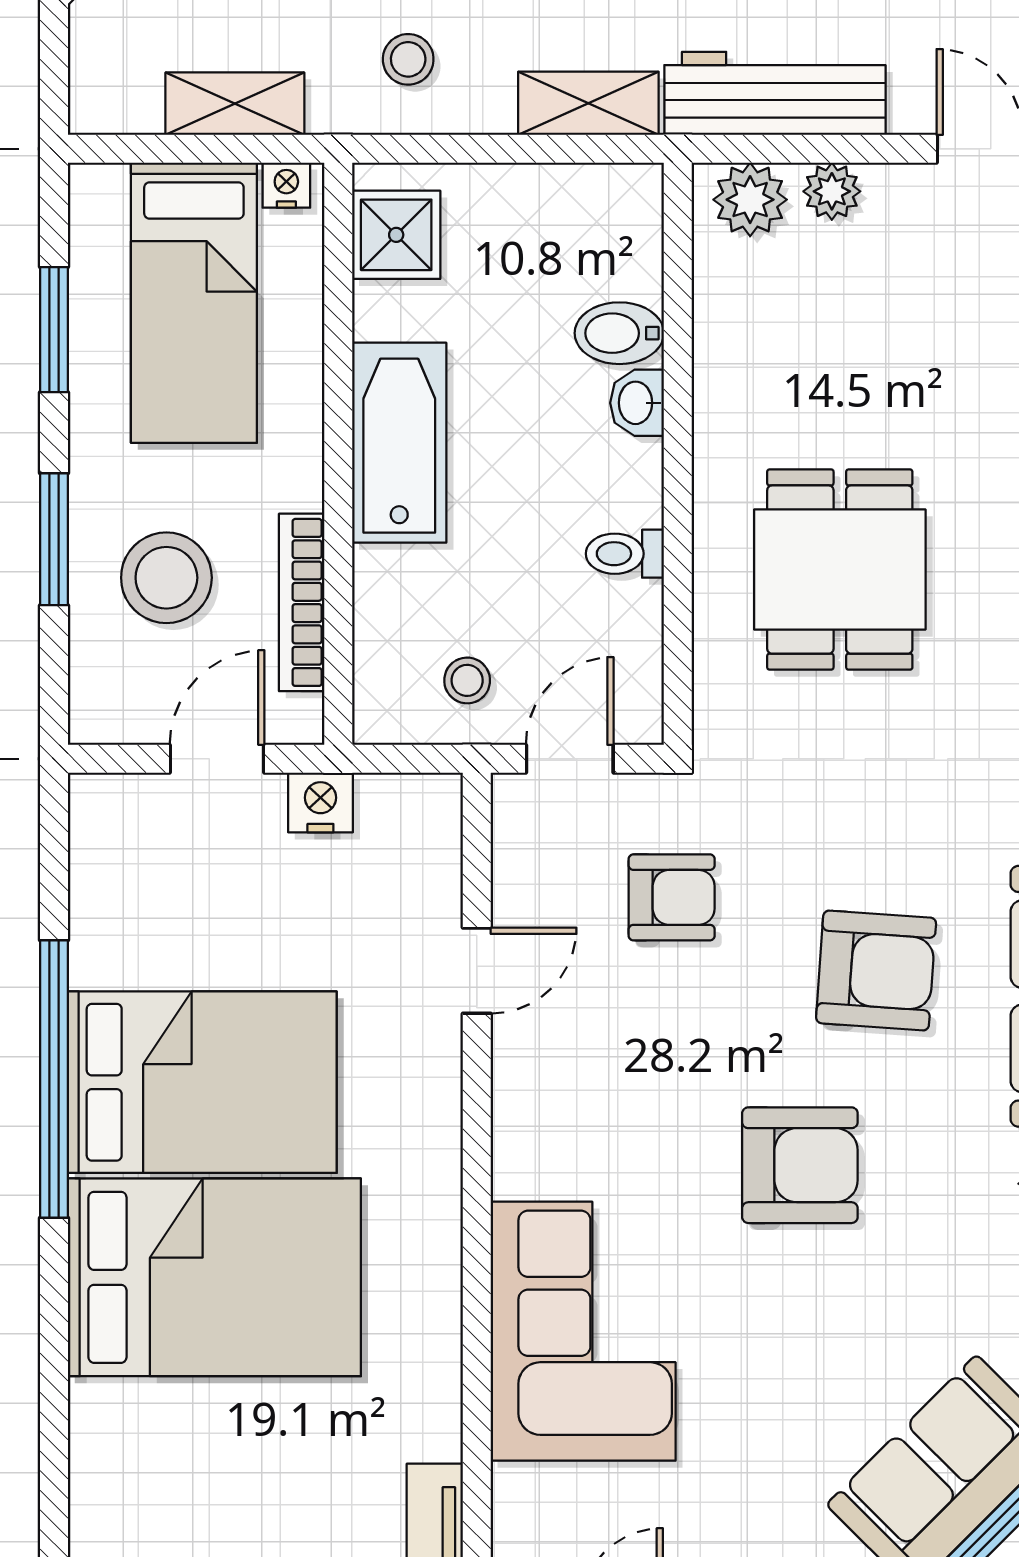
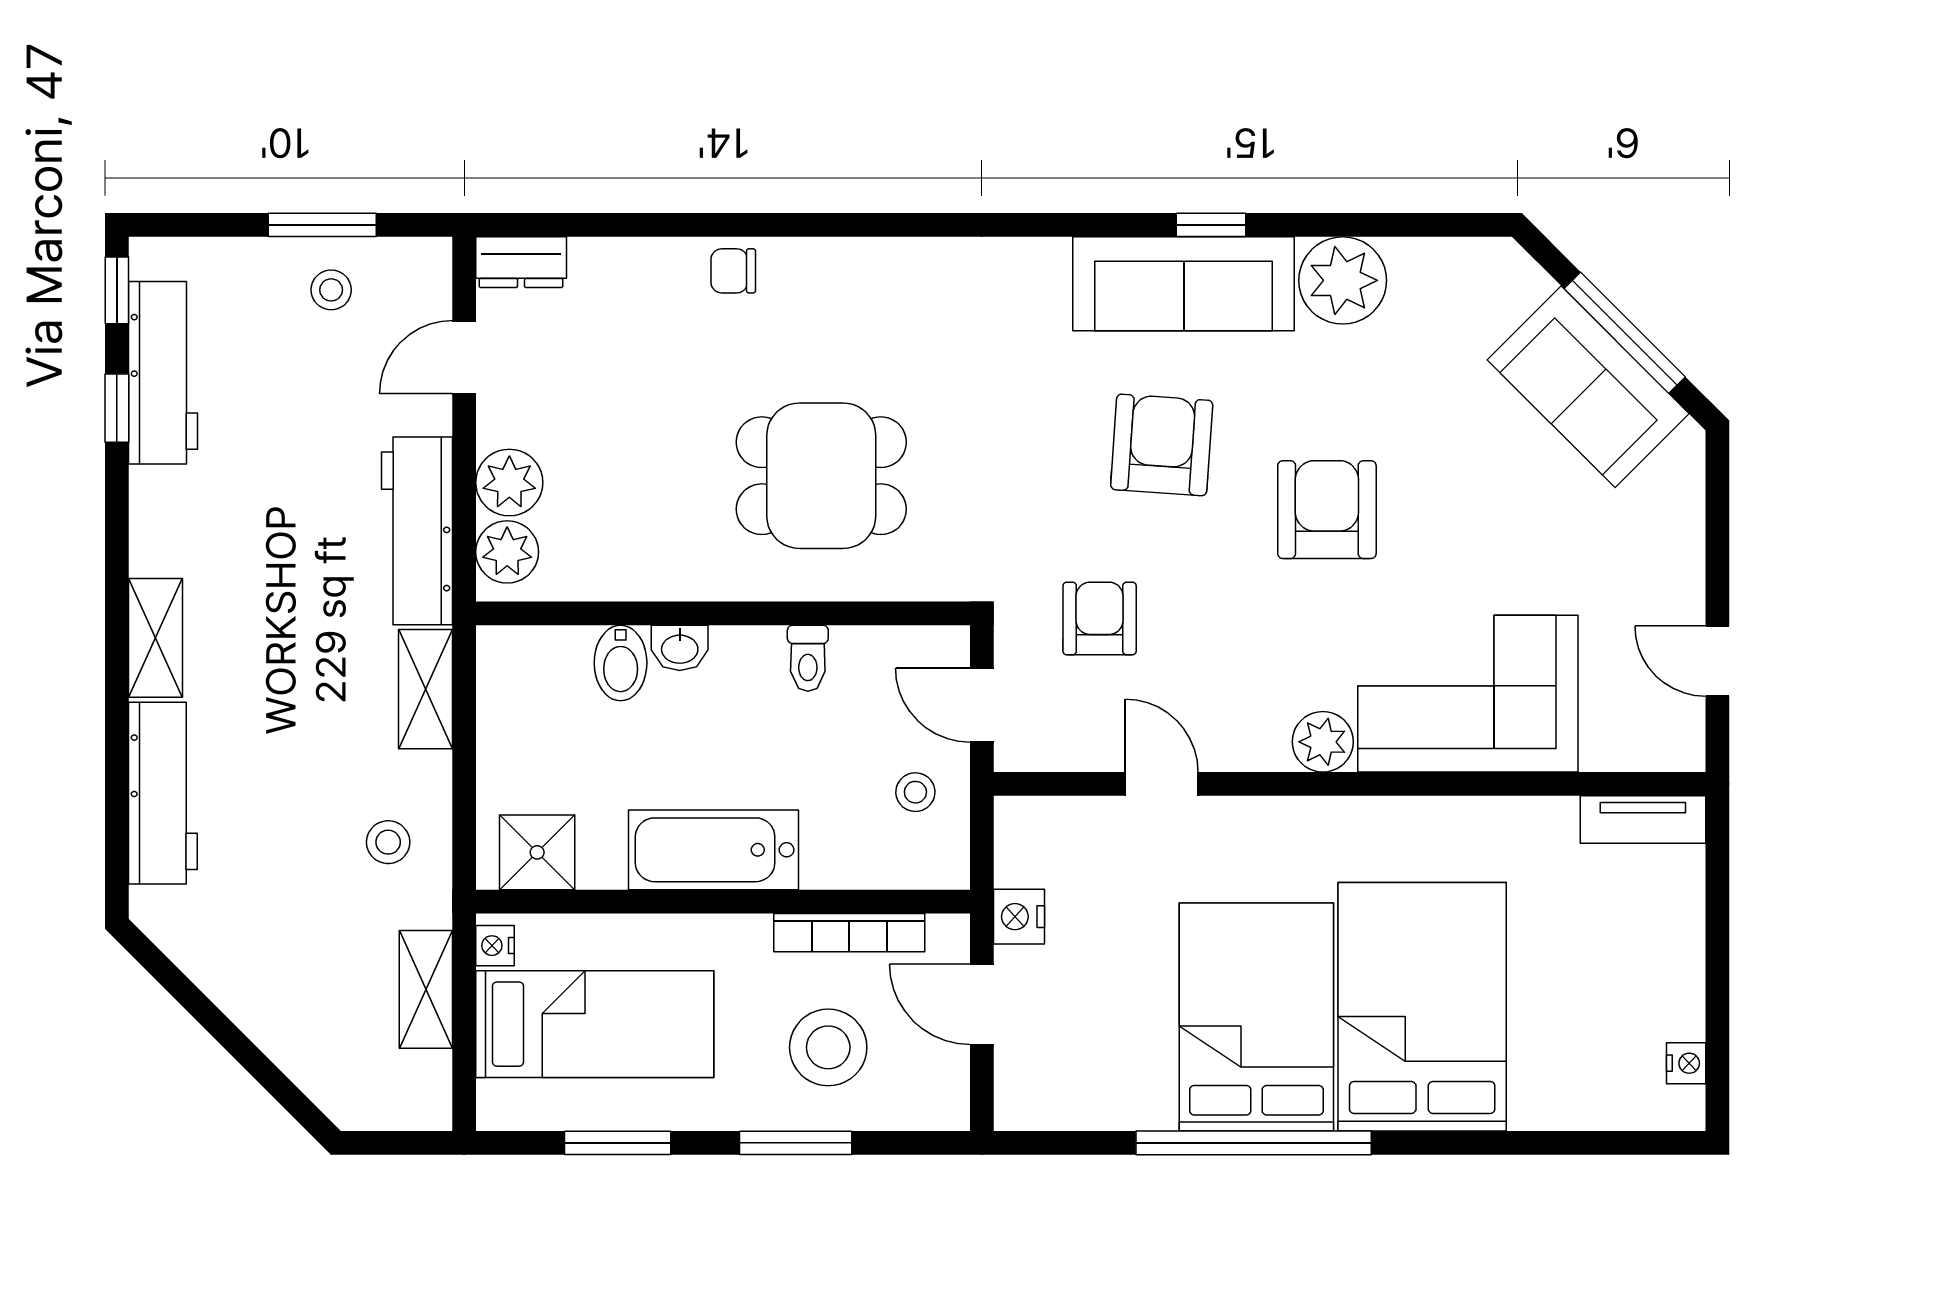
plant: (832, 191) -> (509, 483), width x1.38, depth x1.38
plant: (526, 1160) -> (1323, 742), added

